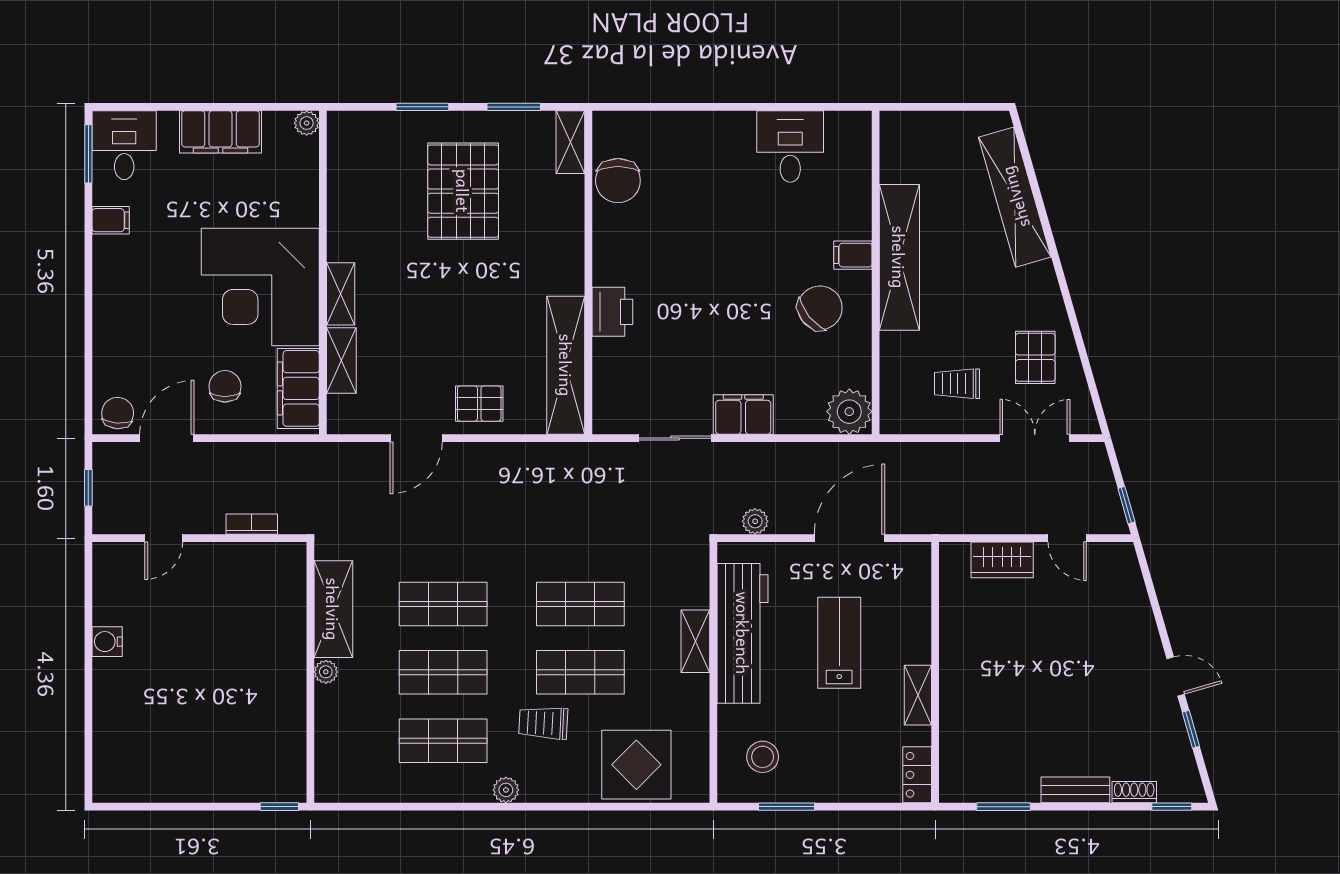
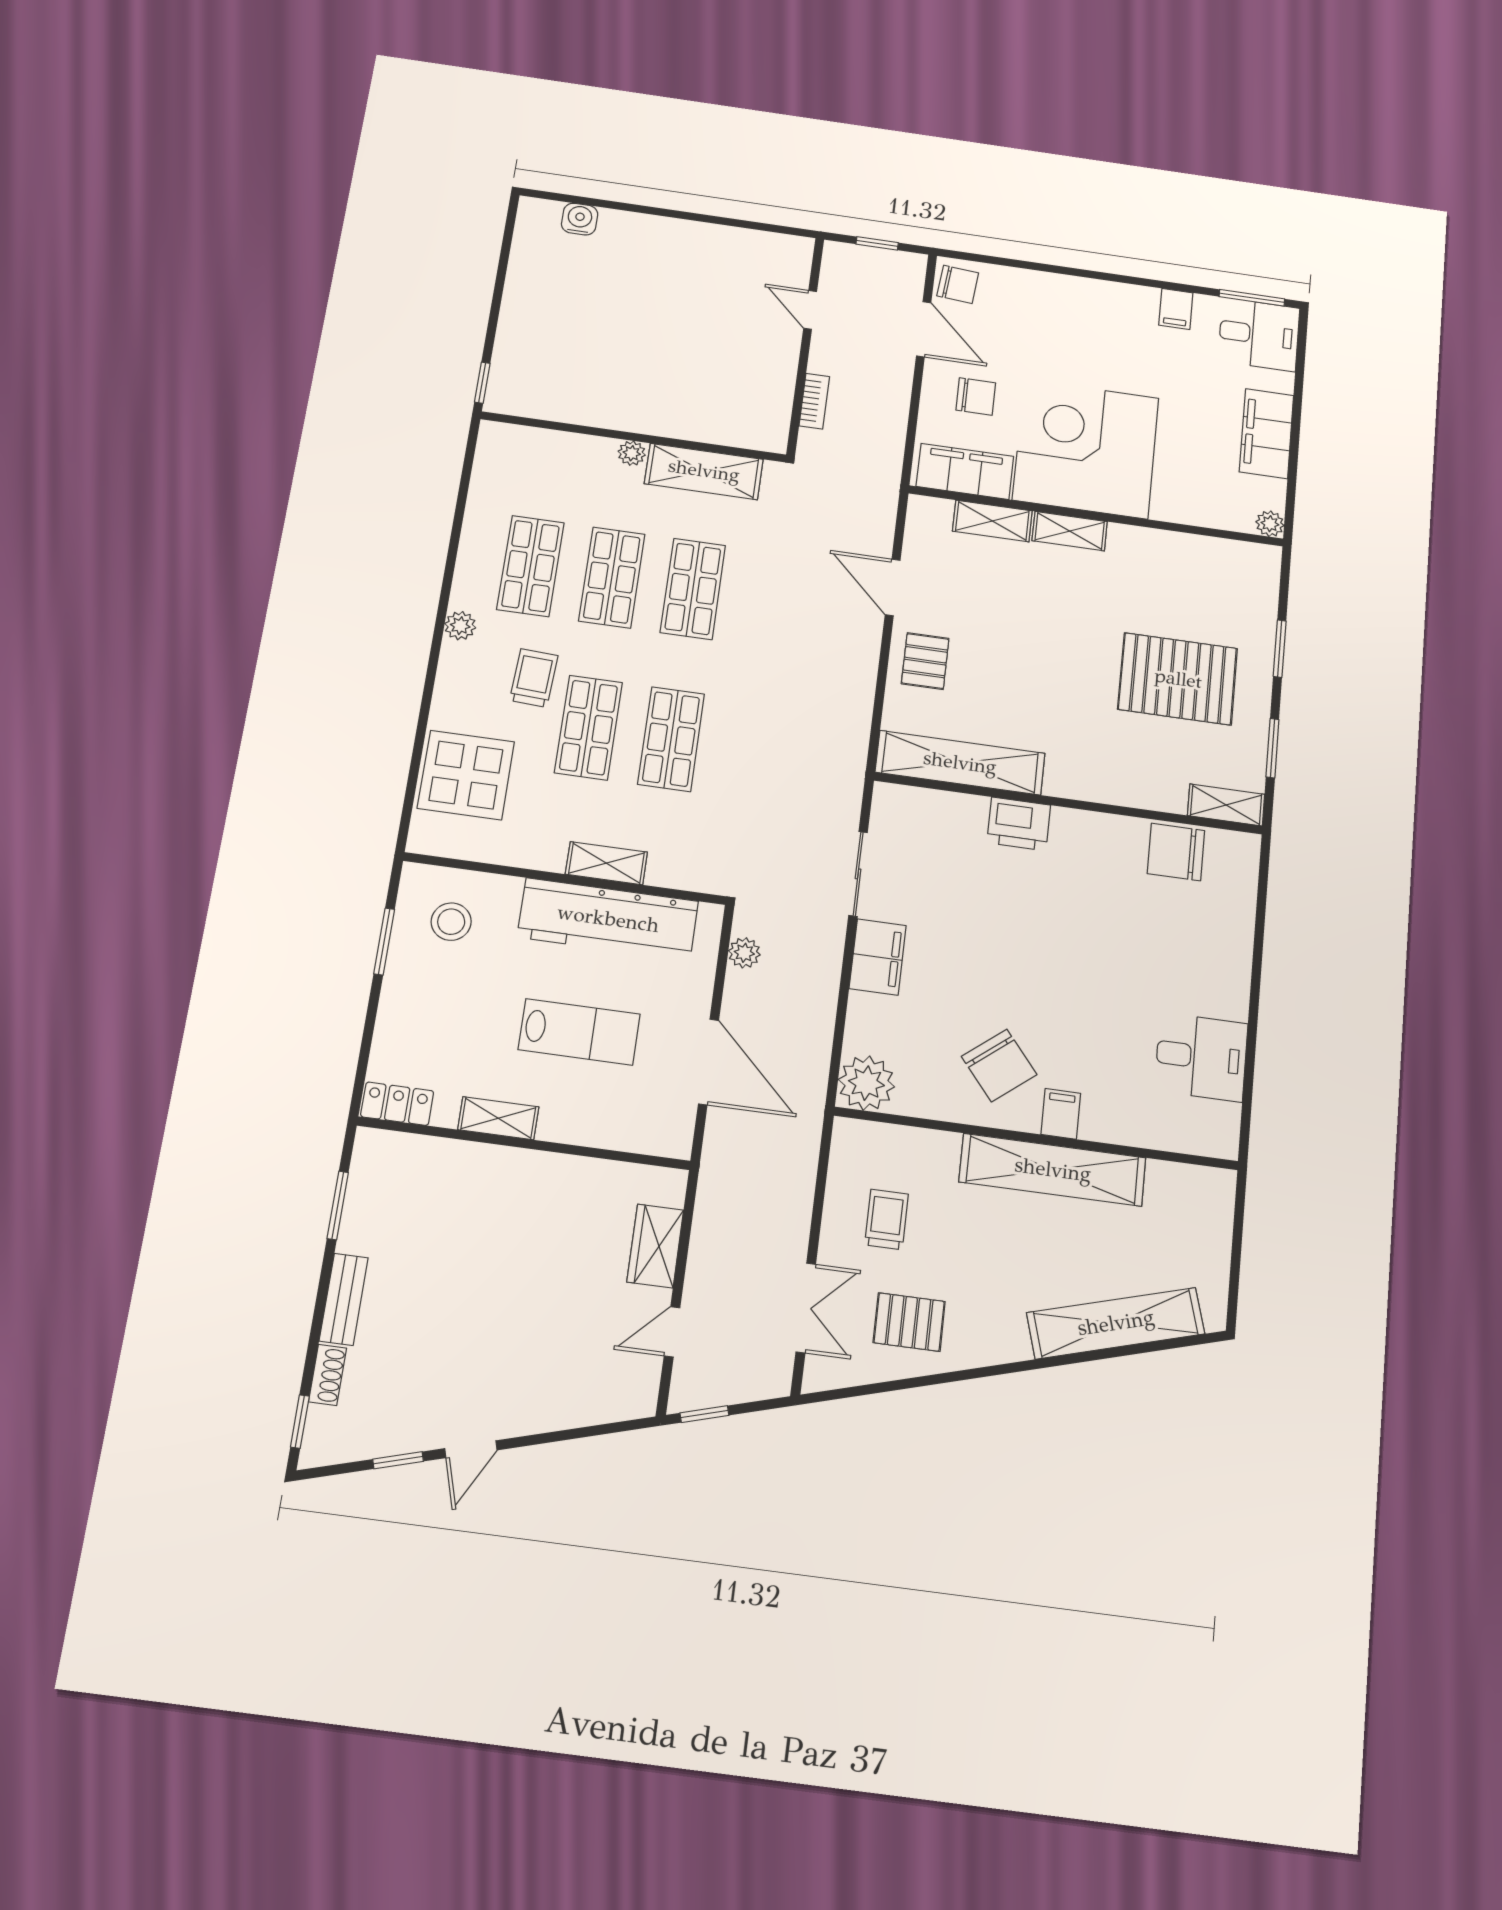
water cooler: (107, 642) -> (580, 219), moved

